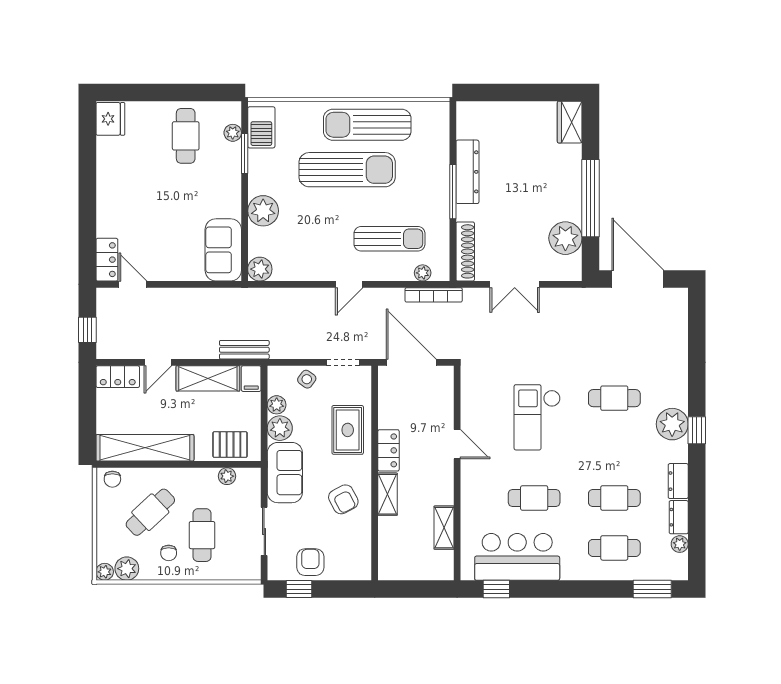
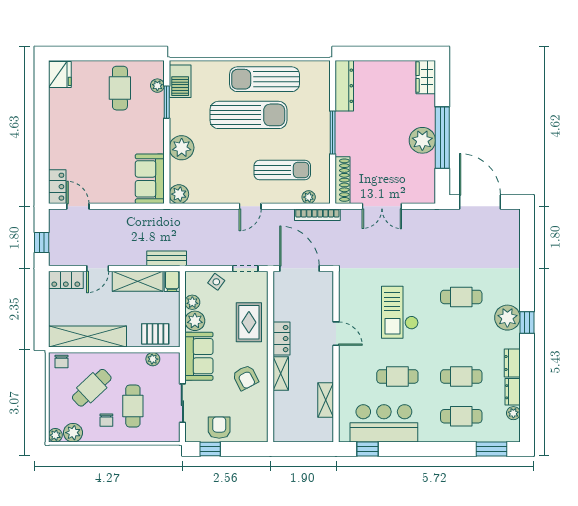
dresser: (467, 172) -> (344, 86), moved
plant: (565, 238) -> (422, 140), moved

